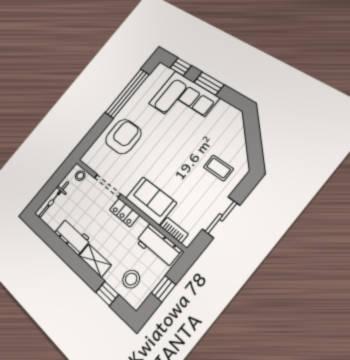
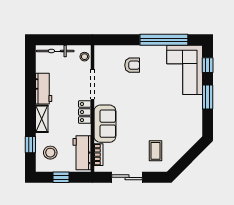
corner sofa: (183, 101) -> (185, 70), moved
armchair: (123, 137) -> (132, 65), width x0.53, depth x0.53

